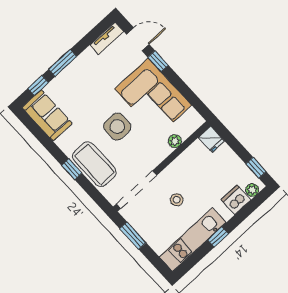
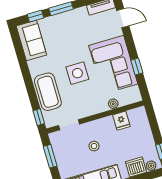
window: (158, 61) -> (137, 66), moved
fridge: (211, 139) -> (121, 121), moved
window: (72, 169) -> (39, 117), moved
doorway: (137, 190) -> (69, 125), width x0.53

